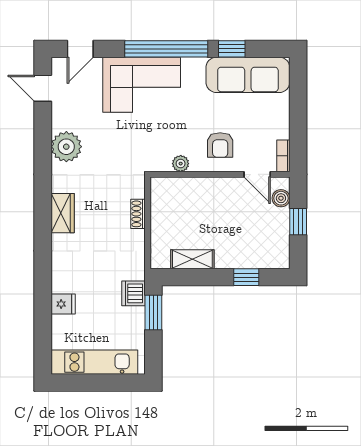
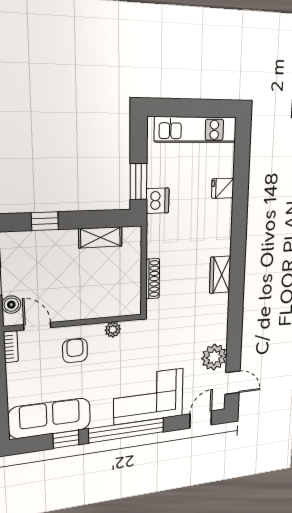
plant: (66, 147) -> (214, 357), moved
shoe rack: (138, 214) -> (153, 279), width x1.43

